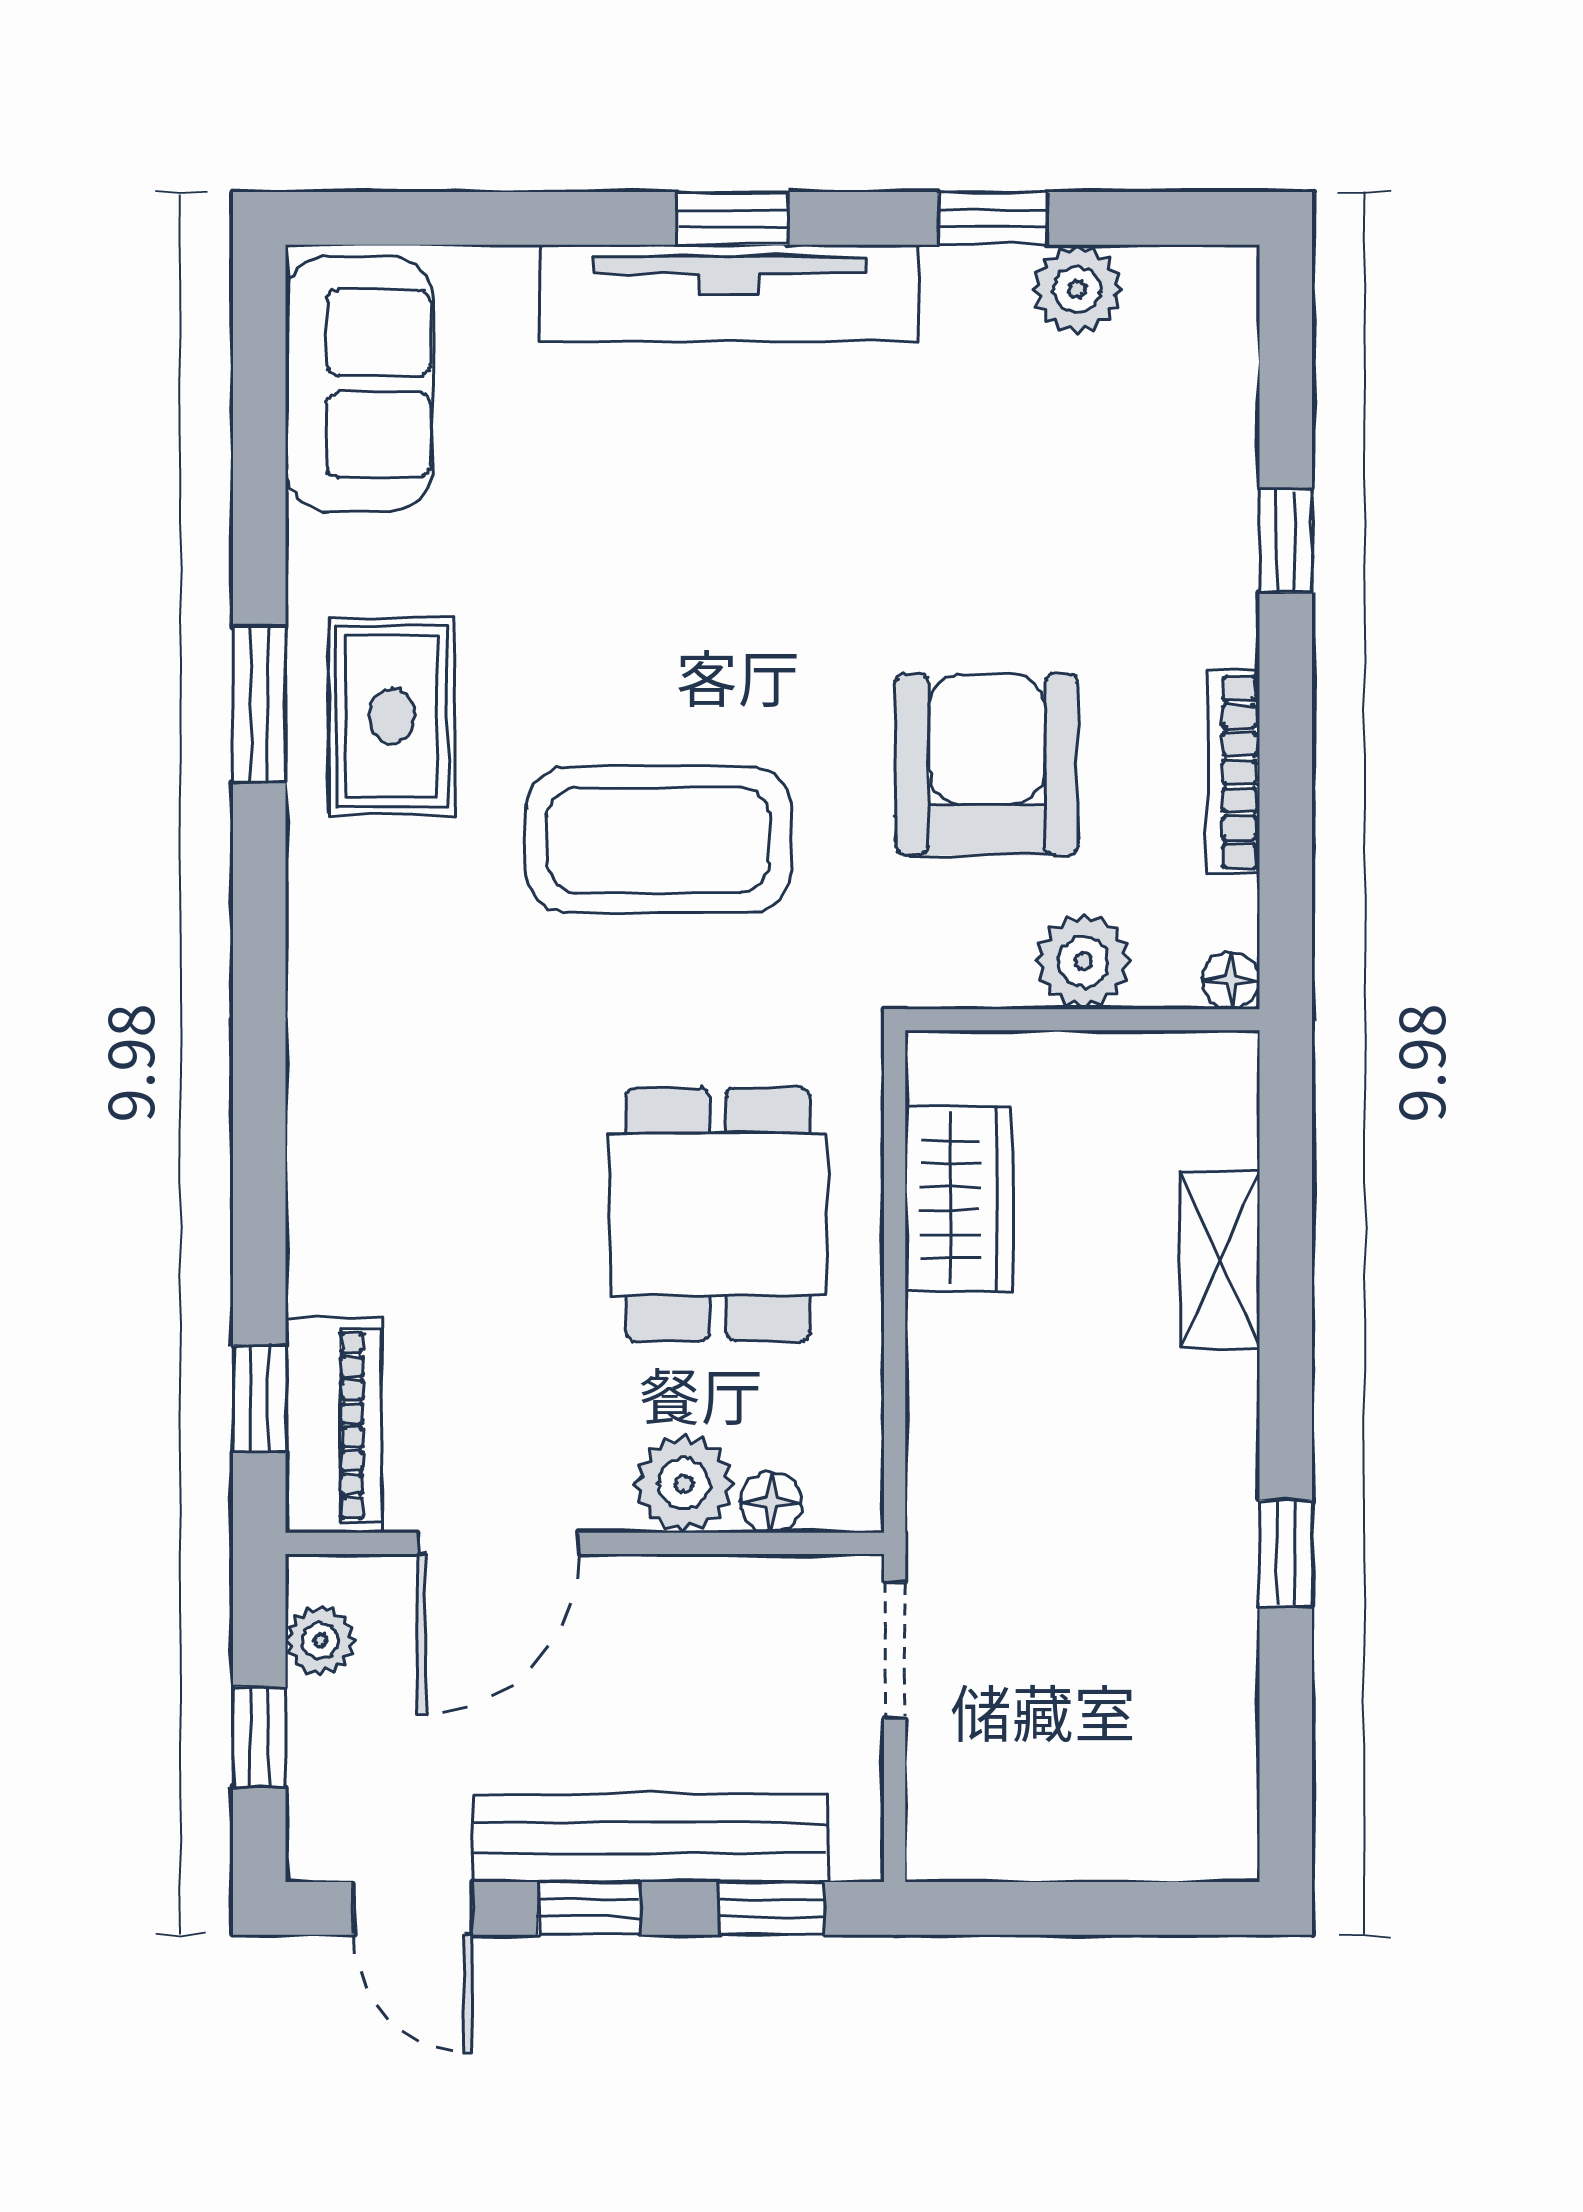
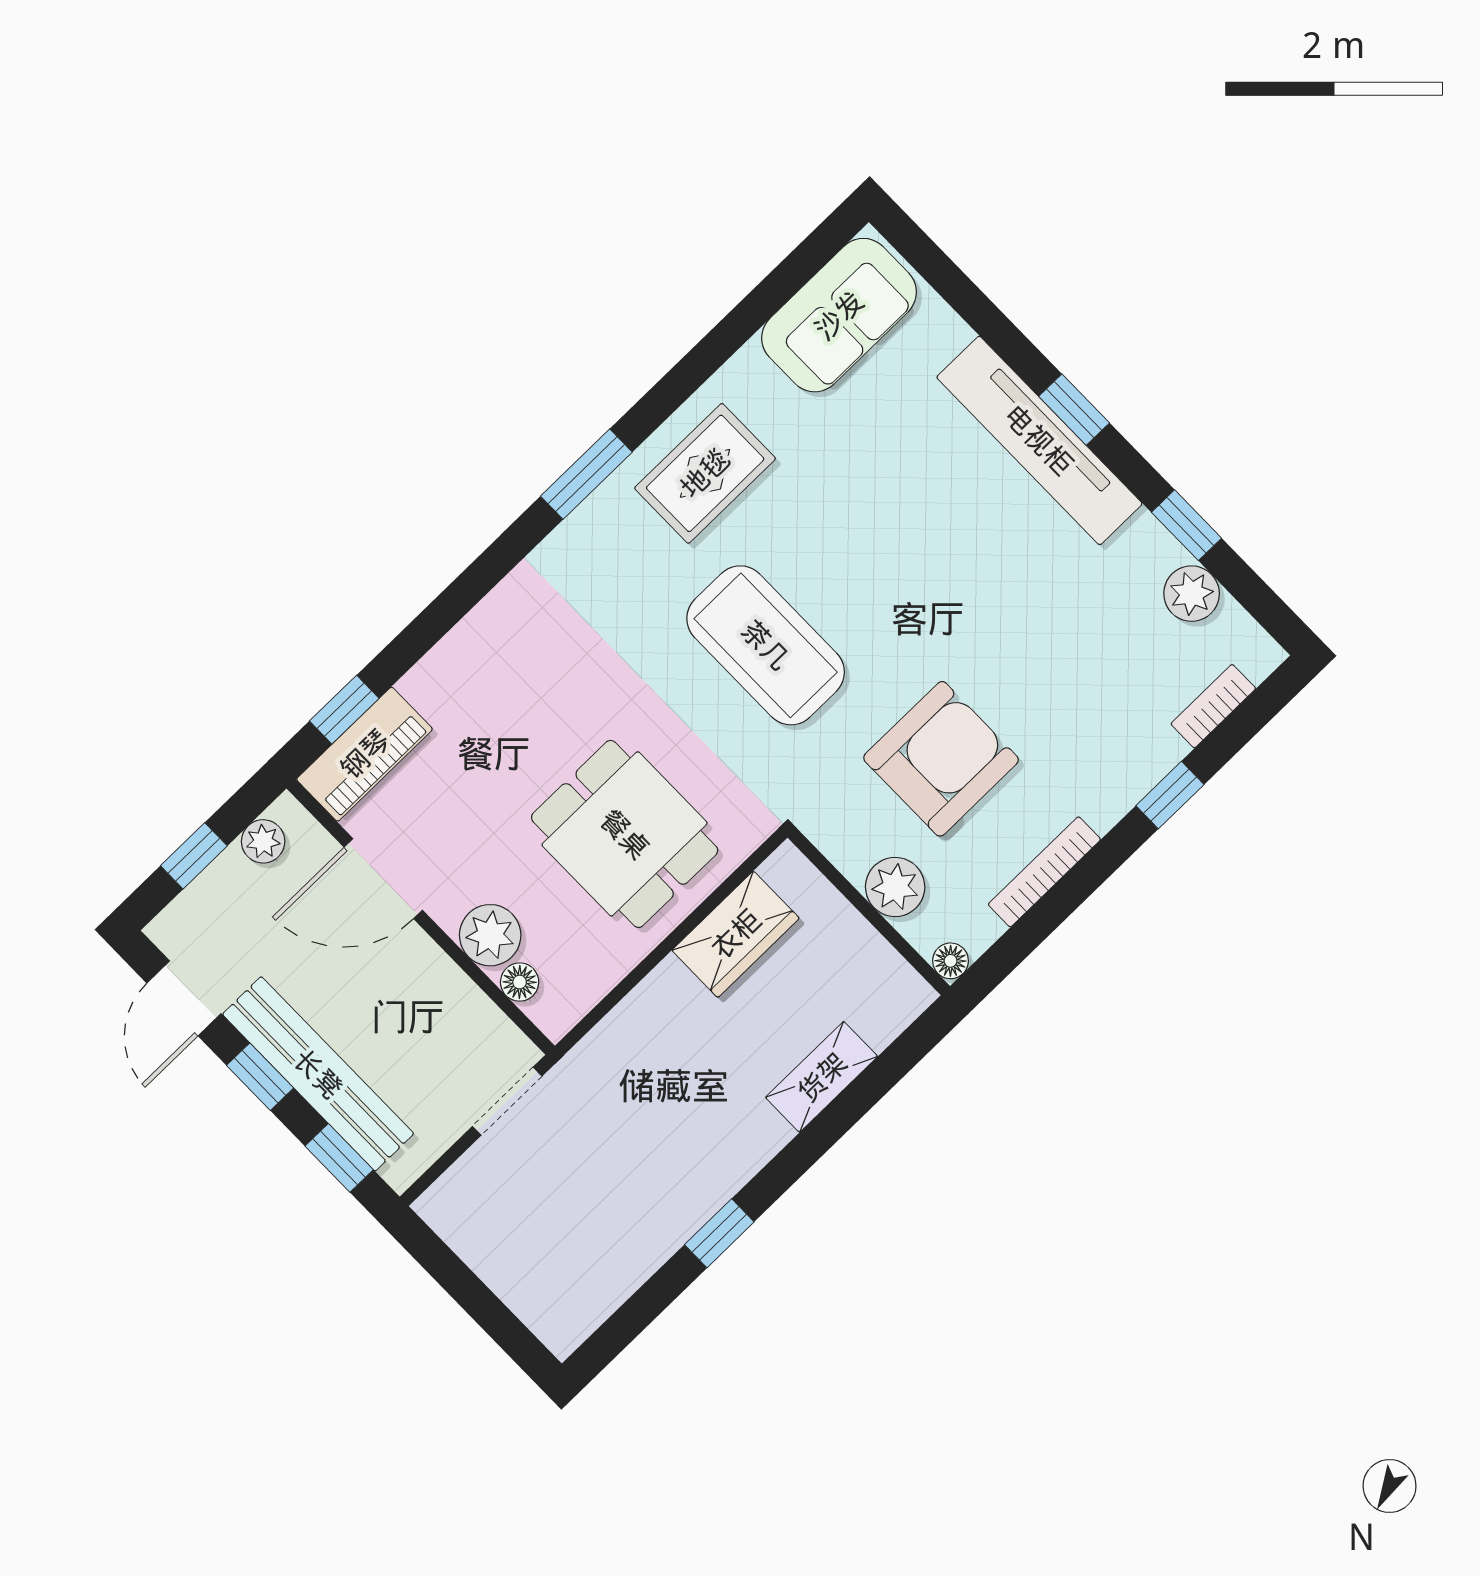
bookcase: (1232, 391) -> (1213, 706), added
window: (259, 704) -> (586, 474), moved
dining table: (718, 1214) -> (625, 834), turned 90

